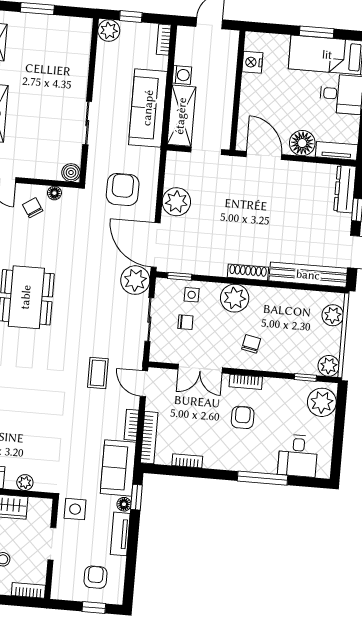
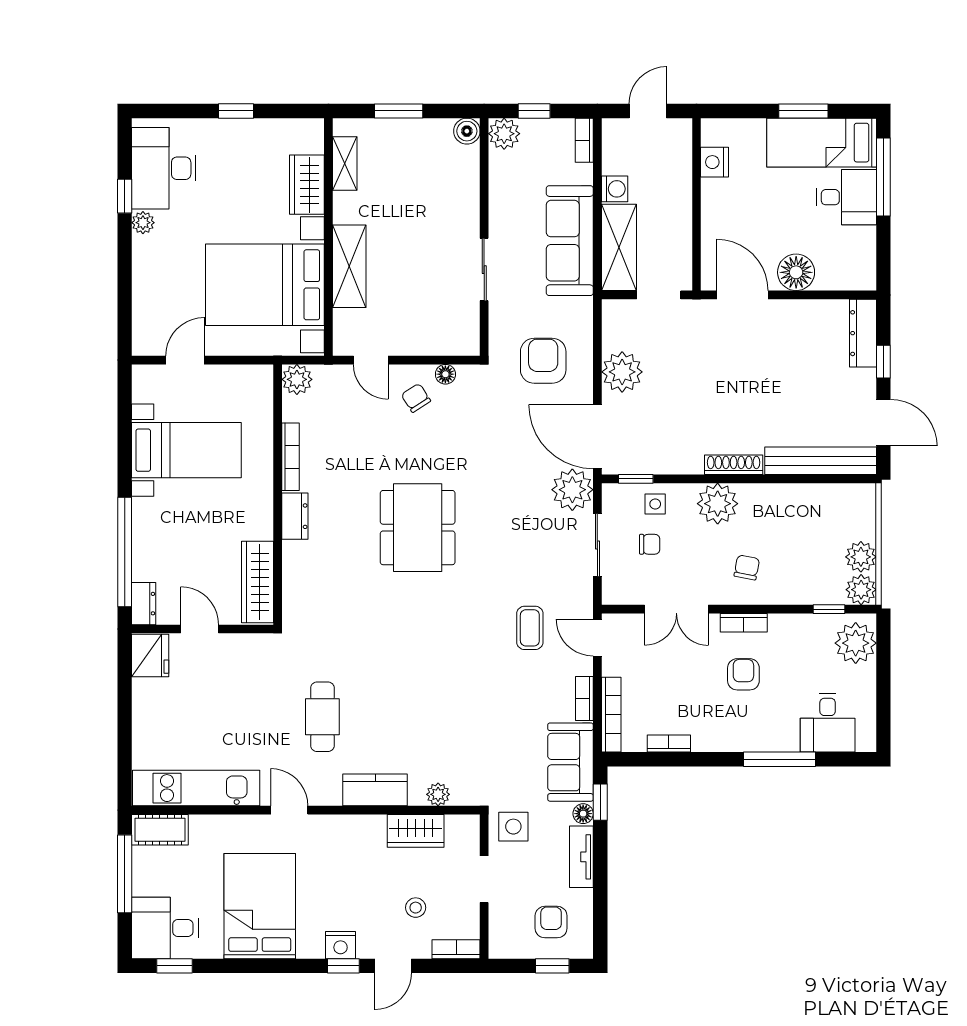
tv unit: (337, 151) -> (847, 279), removed
boiler: (71, 173) -> (467, 131), moved
plant: (333, 315) -> (861, 557), moved

